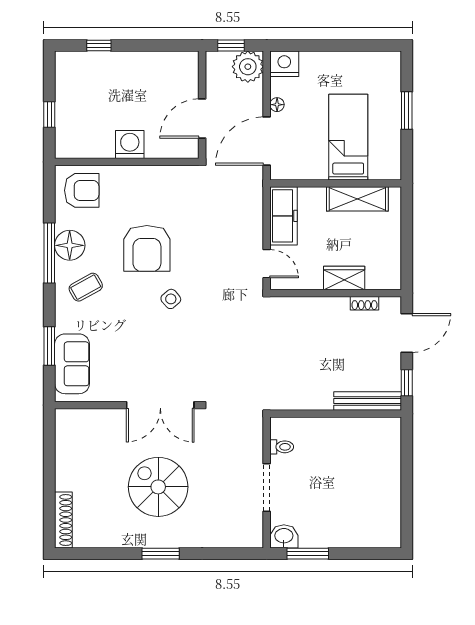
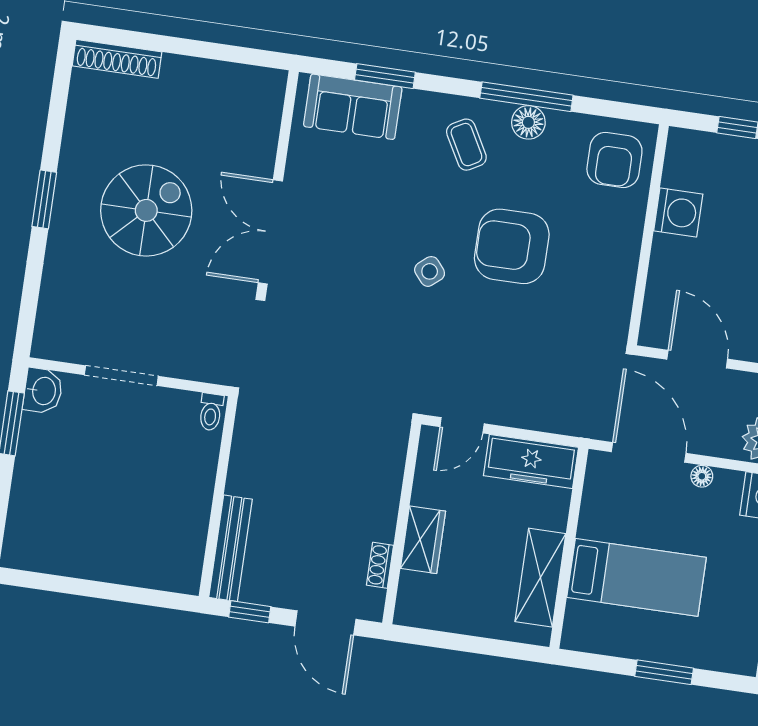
washing machine: (130, 144) -> (678, 212), moved
floor lamp: (70, 245) -> (528, 122), width x0.73, depth x0.73
toilet: (282, 447) -> (211, 412), moved

